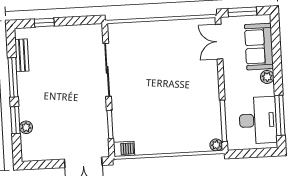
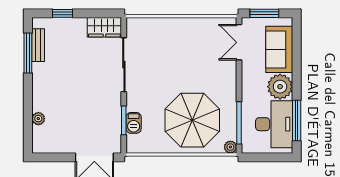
wardrobe: (86, 34) -> (104, 27), added
window: (13, 77) -> (28, 53), moved
plant: (267, 77) -> (280, 87), width x1.87, depth x1.87
window: (15, 120) -> (28, 111), removed
parasol: (177, 121) -> (192, 120), added
barbecue: (124, 149) -> (134, 123), moved, turned 90

